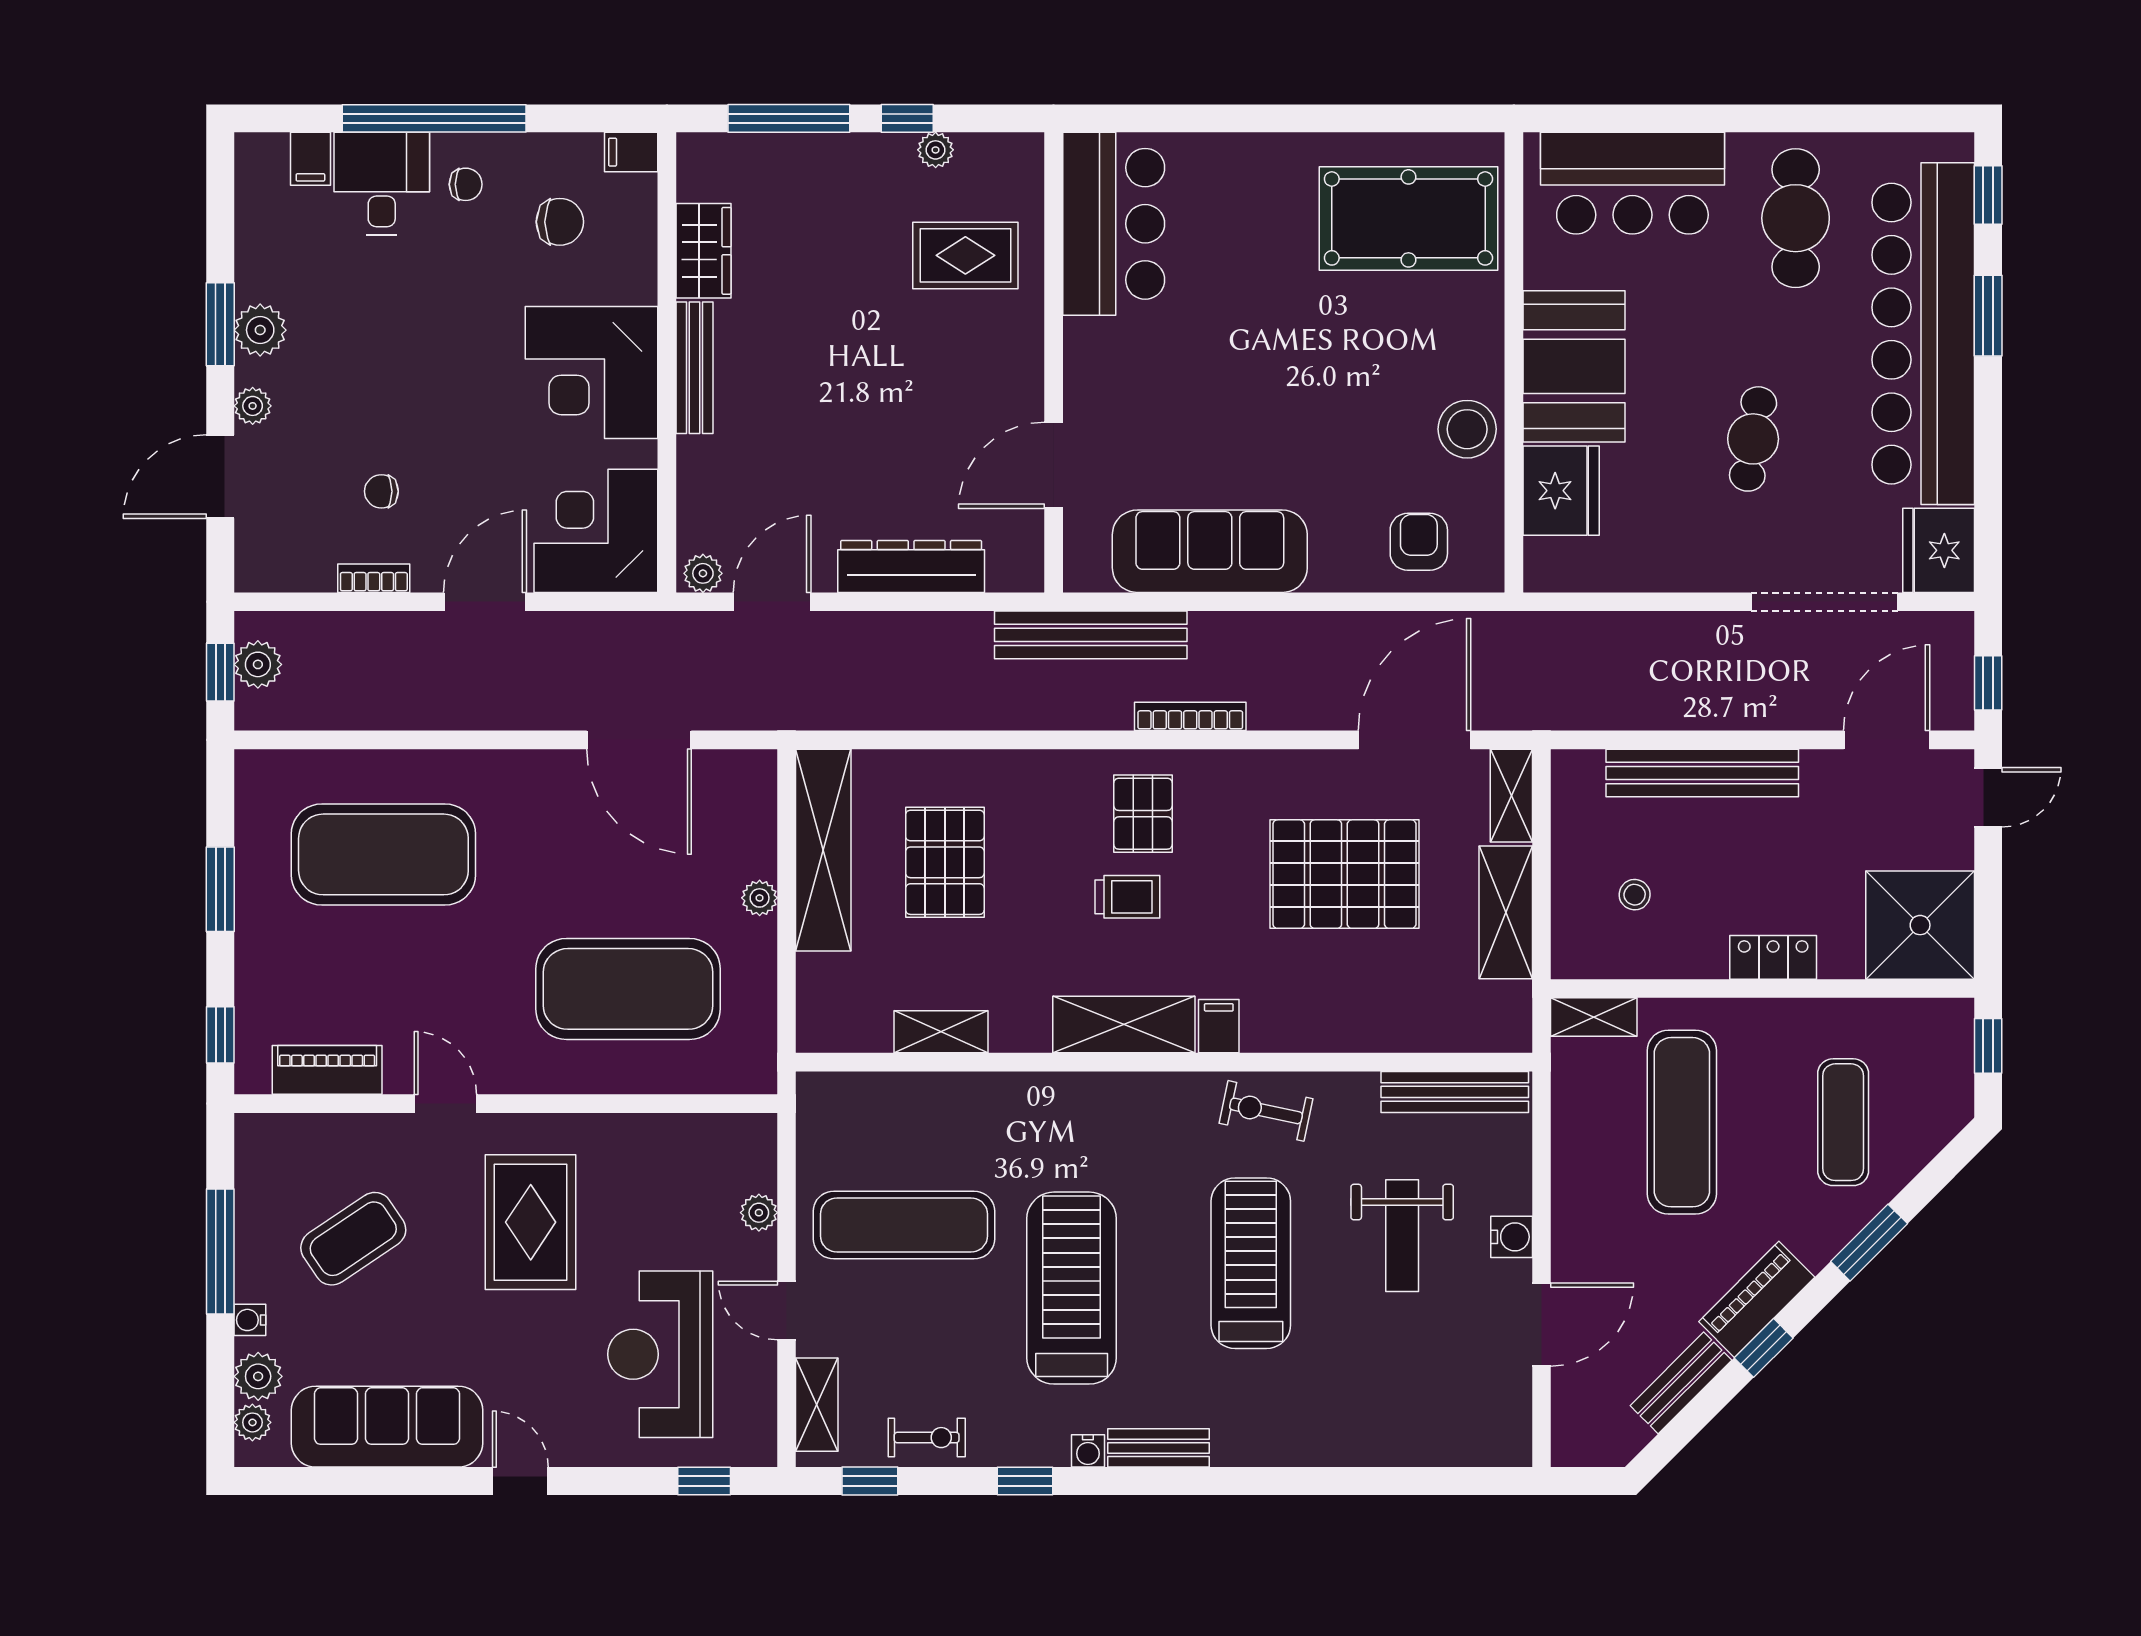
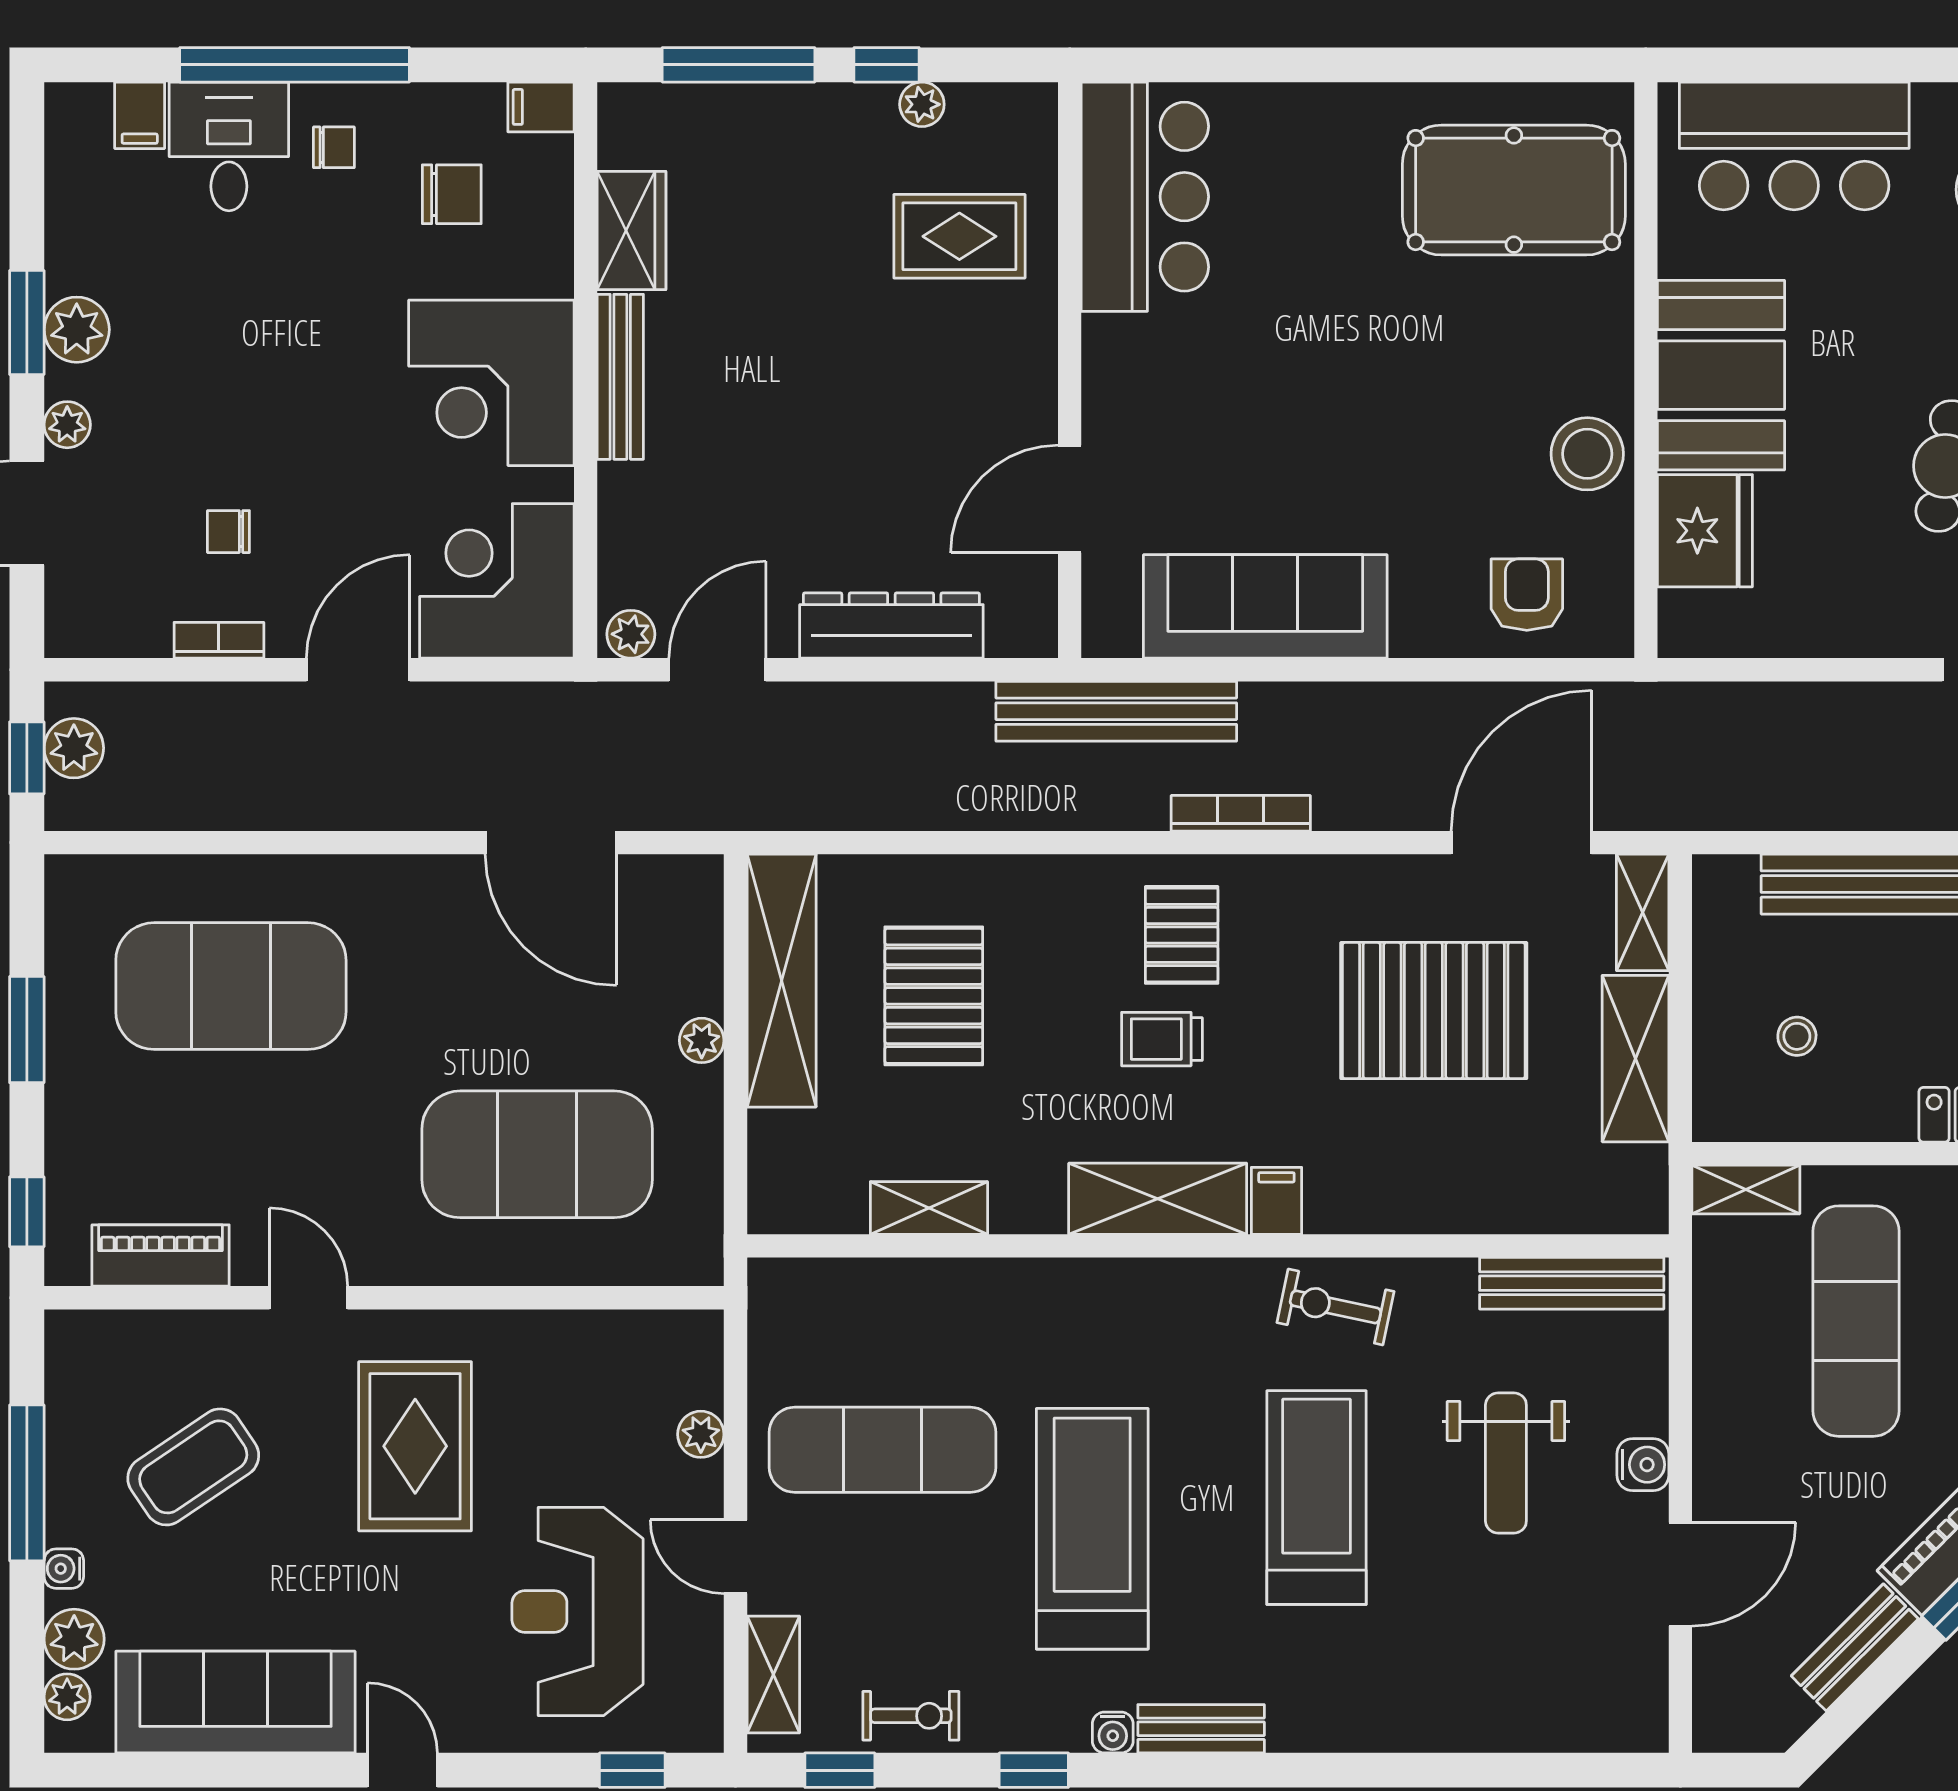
trolley: (1127, 897) -> (1162, 1039), turned 180

